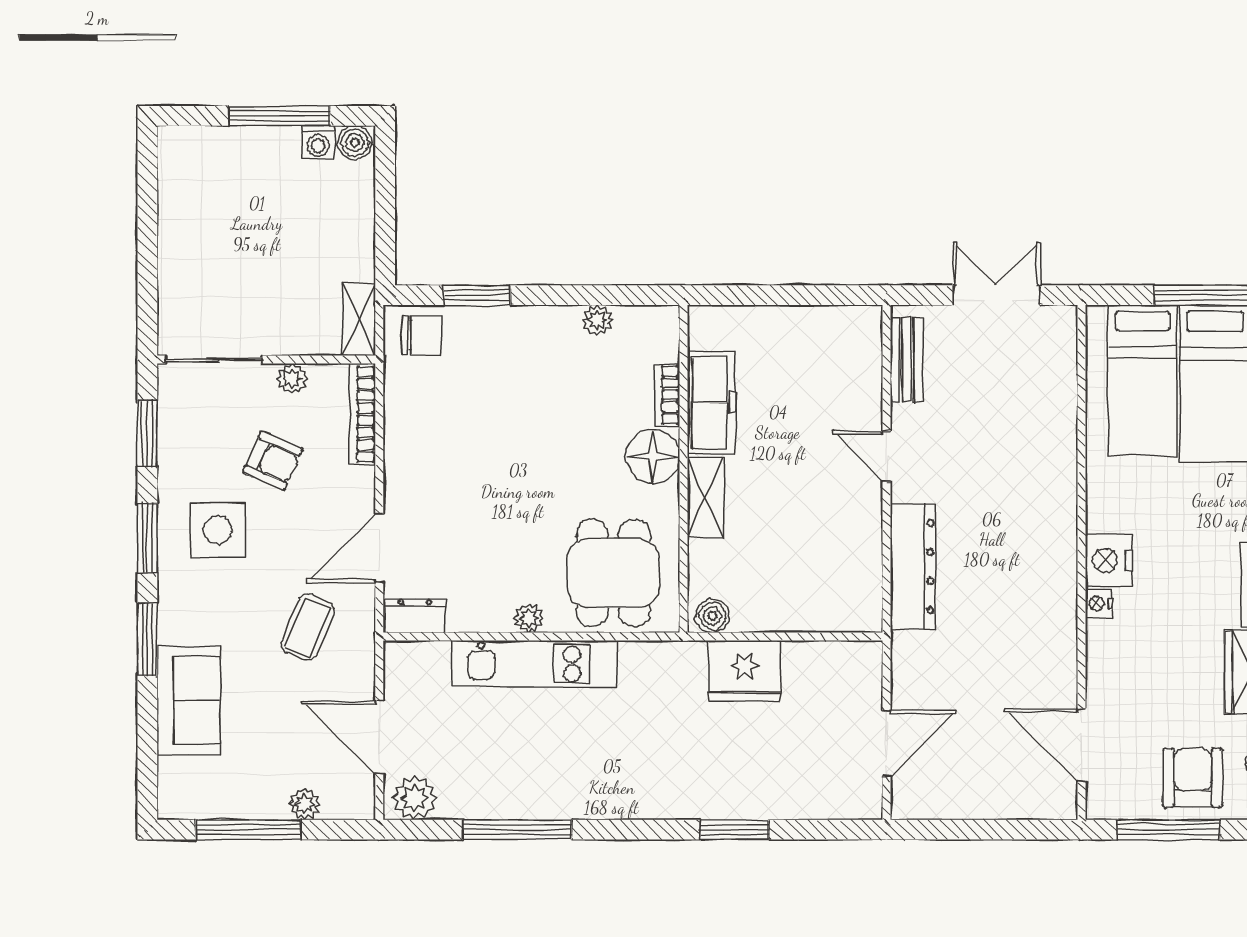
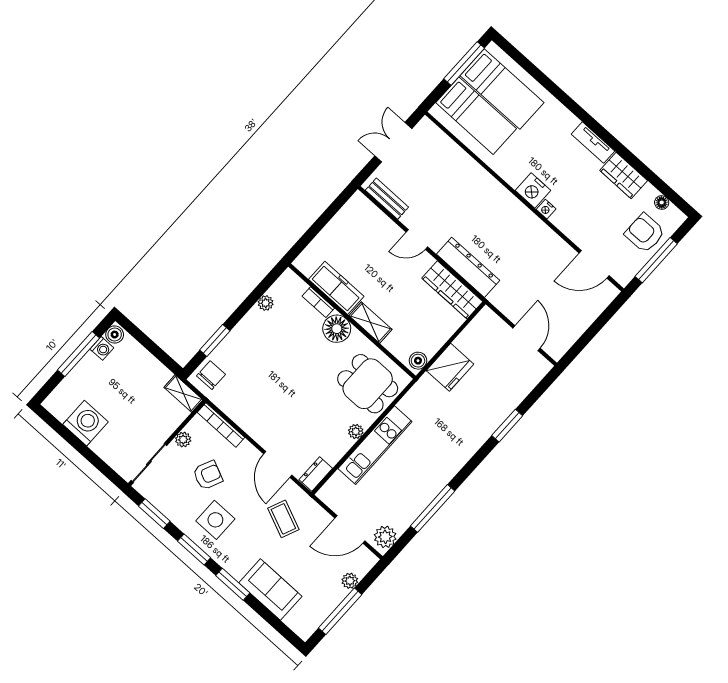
washing machine: (189, 216) -> (86, 423), added
wardrobe: (860, 573) -> (452, 290), added

